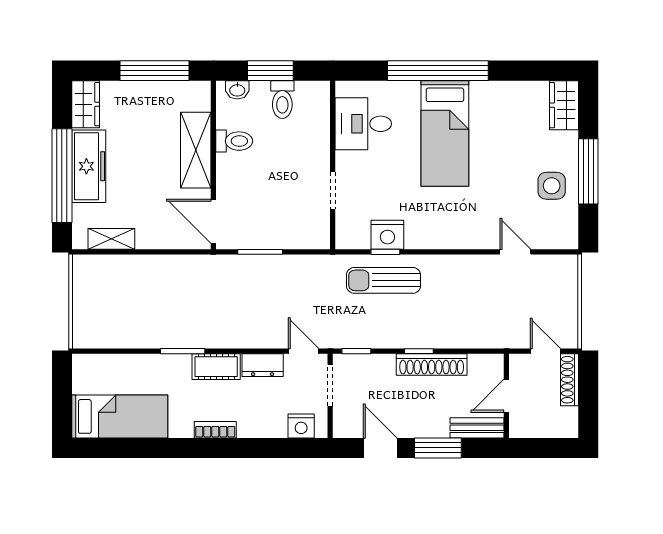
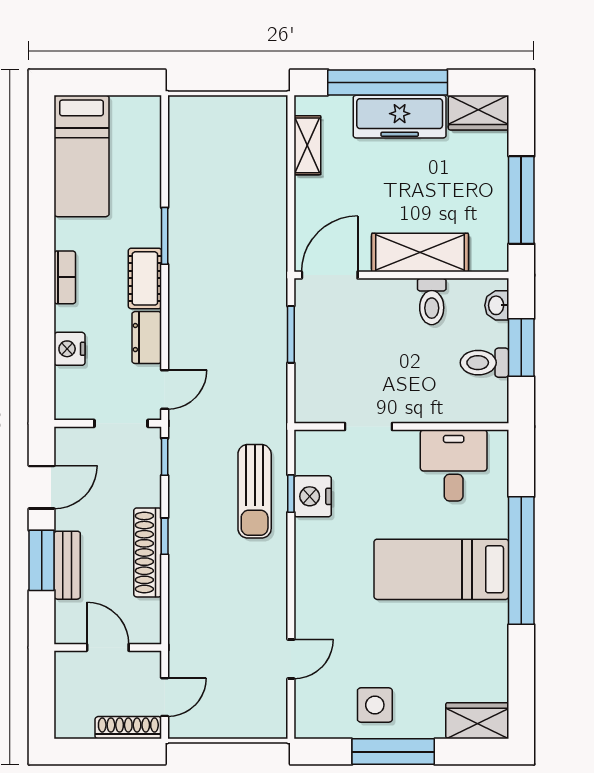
sun lounger: (384, 280) -> (255, 491), turned 180
nightstand: (301, 426) -> (69, 349), moved
bench: (477, 428) -> (67, 565), moved

